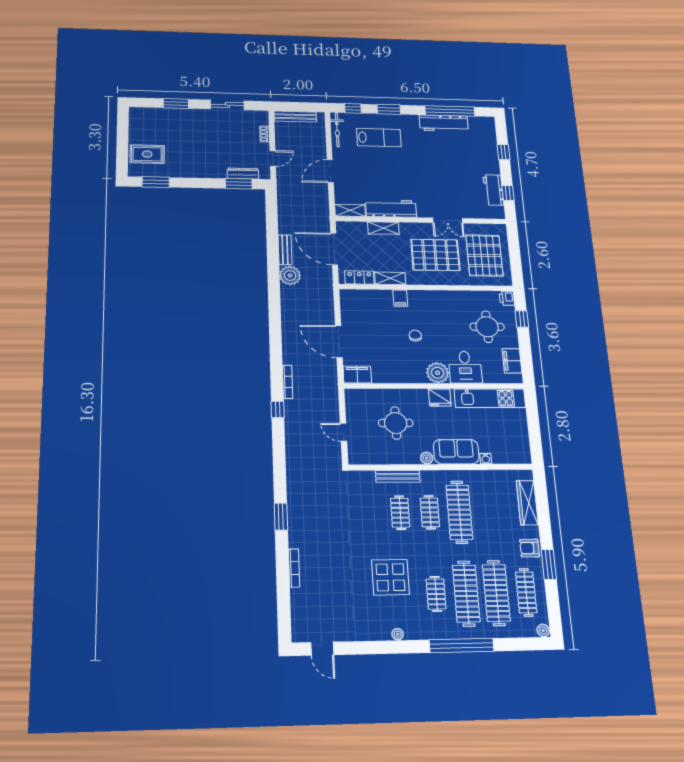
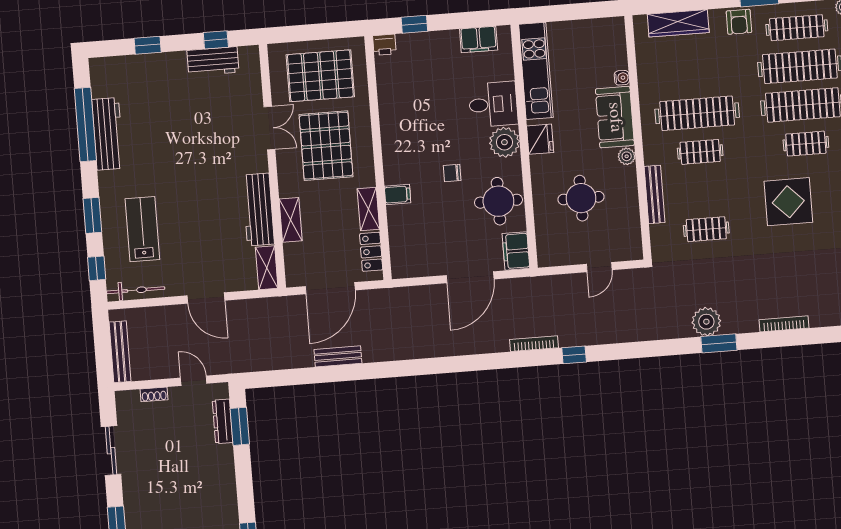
plant: (290, 275) -> (706, 322), moved
round table: (487, 327) -> (498, 201), moved
clothes rail: (400, 513) -> (706, 229), moved

